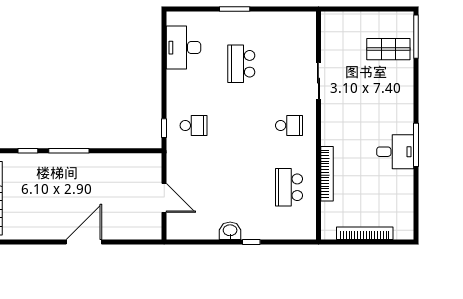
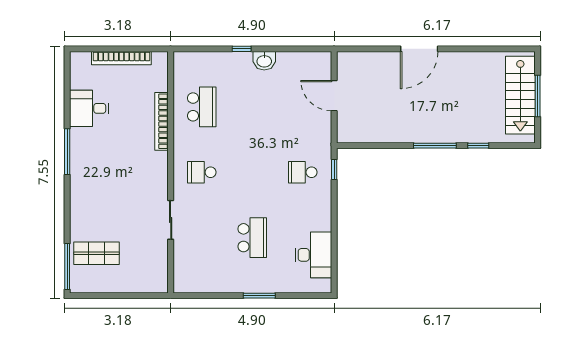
desk: (395, 152) -> (89, 108), moved

